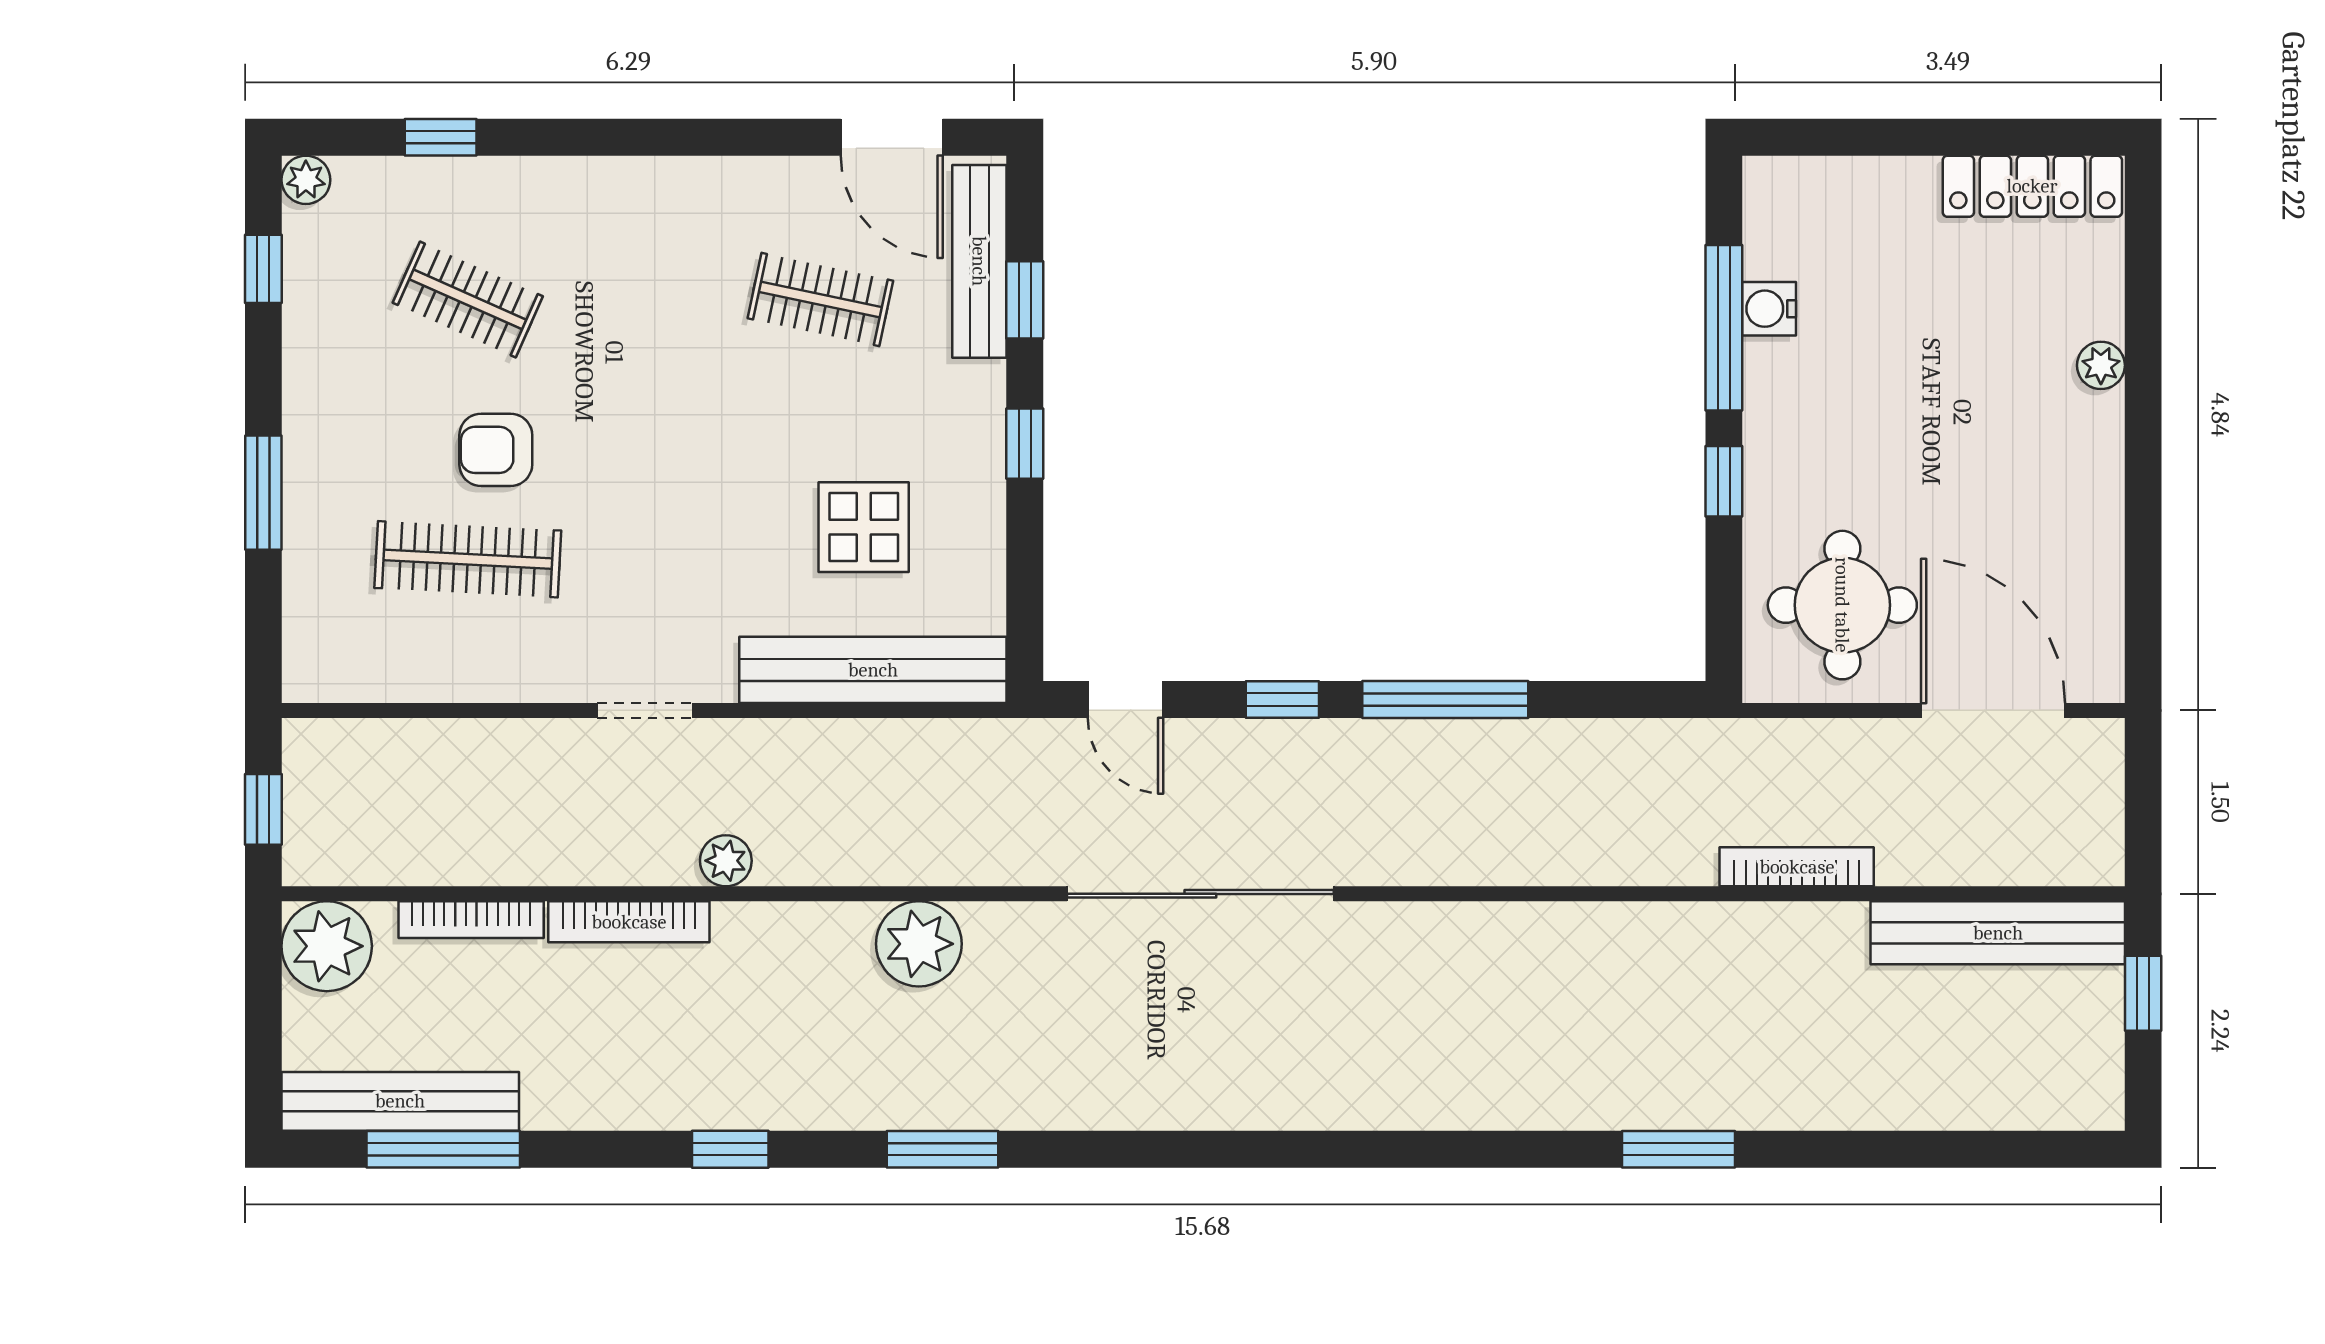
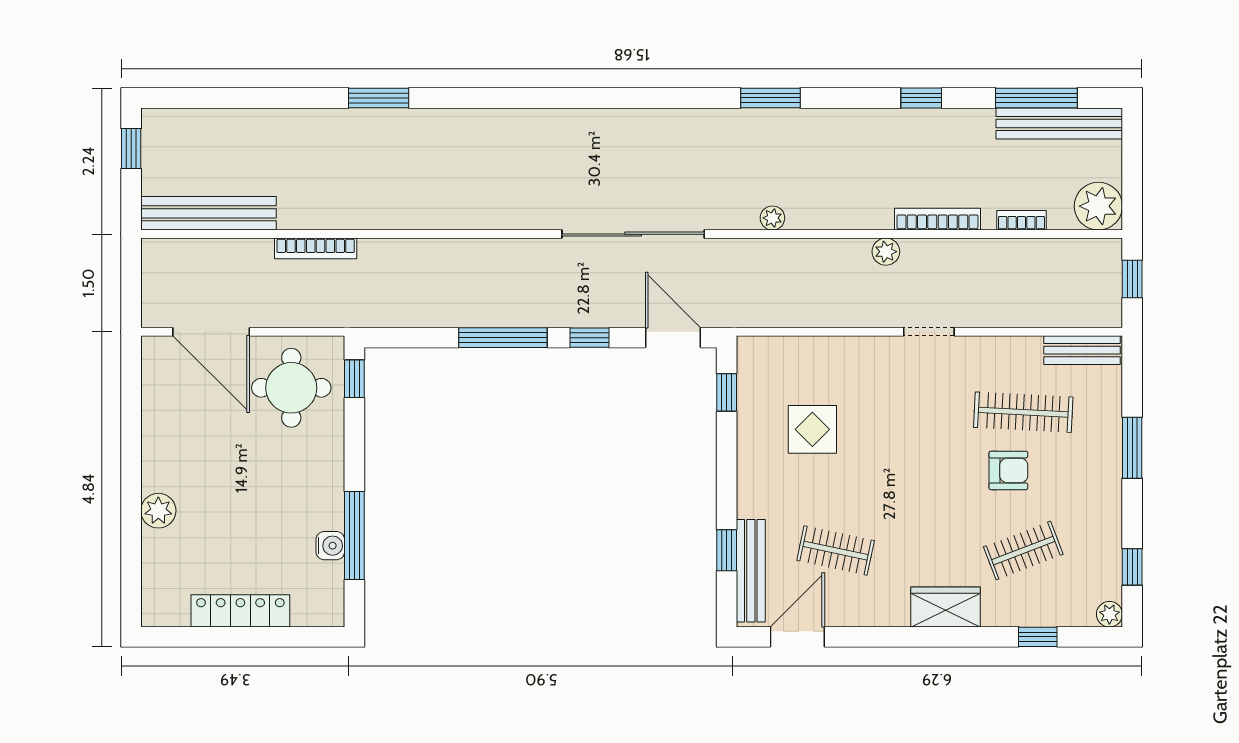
door: (892, 137) -> (797, 637), hinge flipped
locker: (2032, 186) -> (240, 611), moved
wardrobe: (614, 193) -> (945, 607), added
clothes rail: (468, 299) -> (1023, 551), turned -45
plant: (2101, 365) -> (158, 511), width x1.38, depth x1.38
window: (1025, 444) -> (727, 392), moved
window: (1724, 481) -> (354, 379), moved
bench: (873, 670) -> (1082, 350), moved, width x0.54, depth x0.82
door: (1126, 699) -> (673, 338), width x1.38
bookcase: (471, 920) -> (1022, 220), width x0.64
plant: (919, 944) -> (772, 218), width x0.53, depth x0.53
window: (2143, 993) -> (131, 148), moved
window: (730, 1149) -> (921, 98), moved

